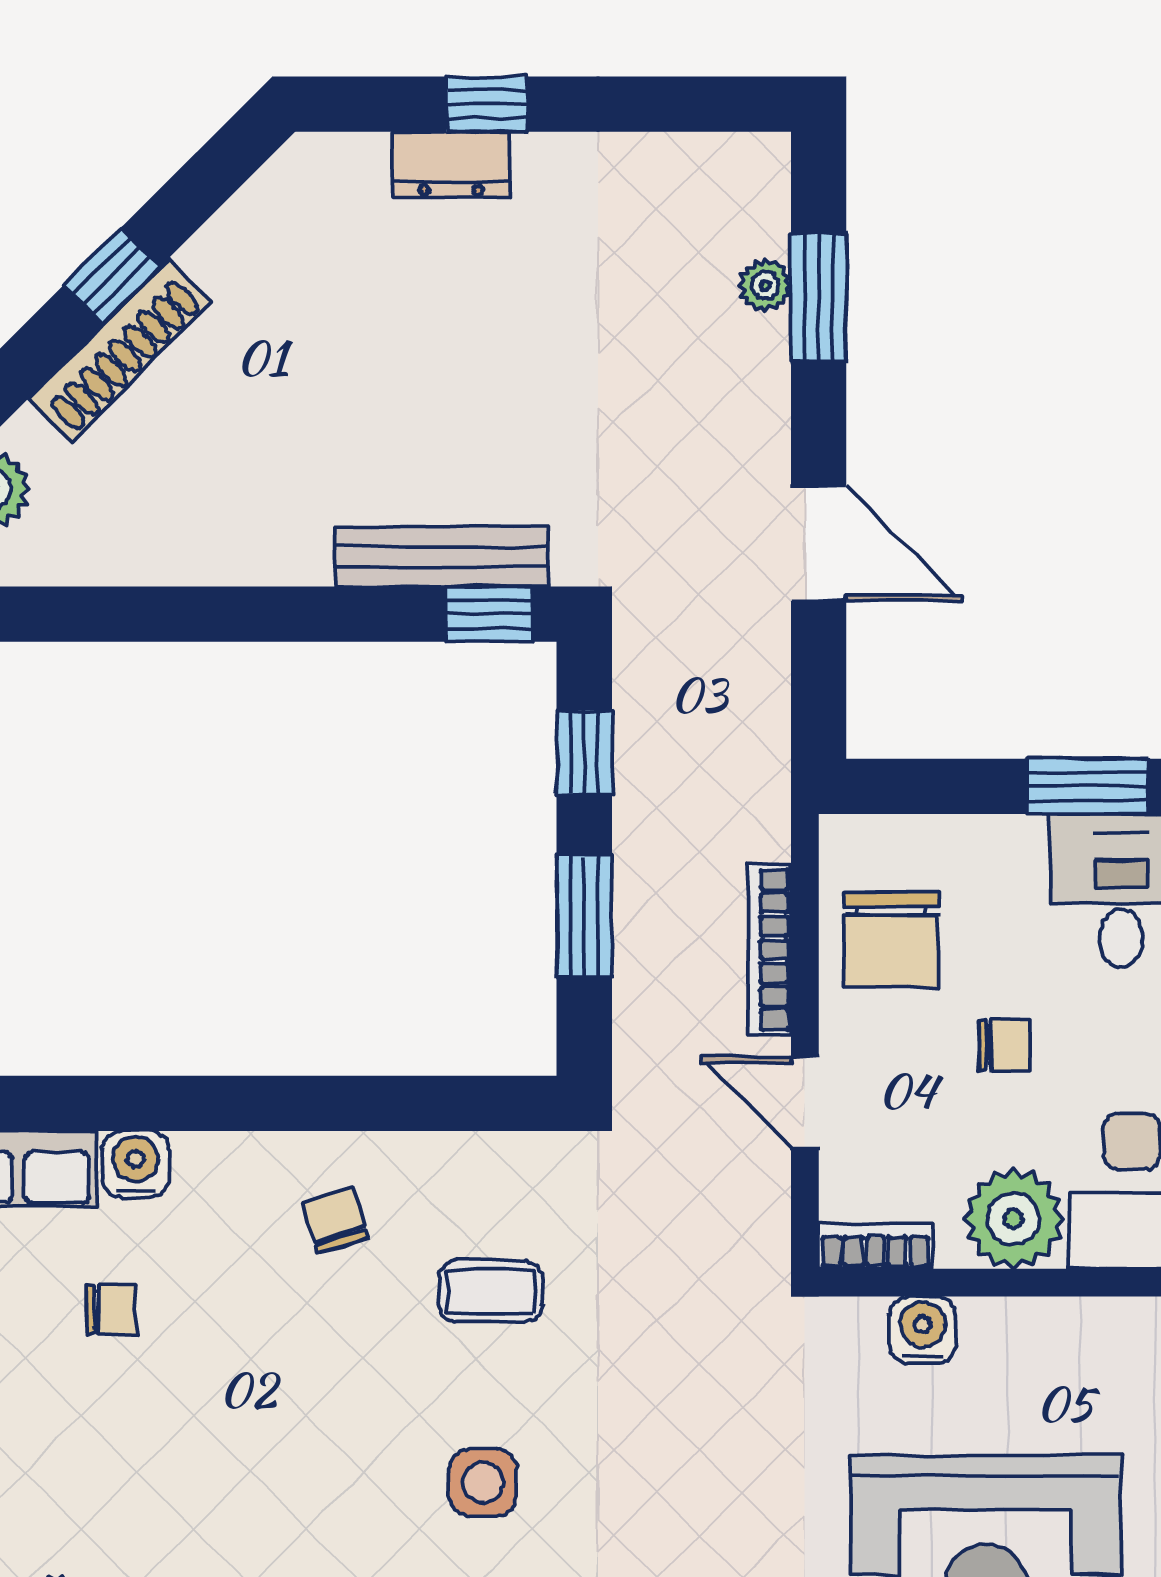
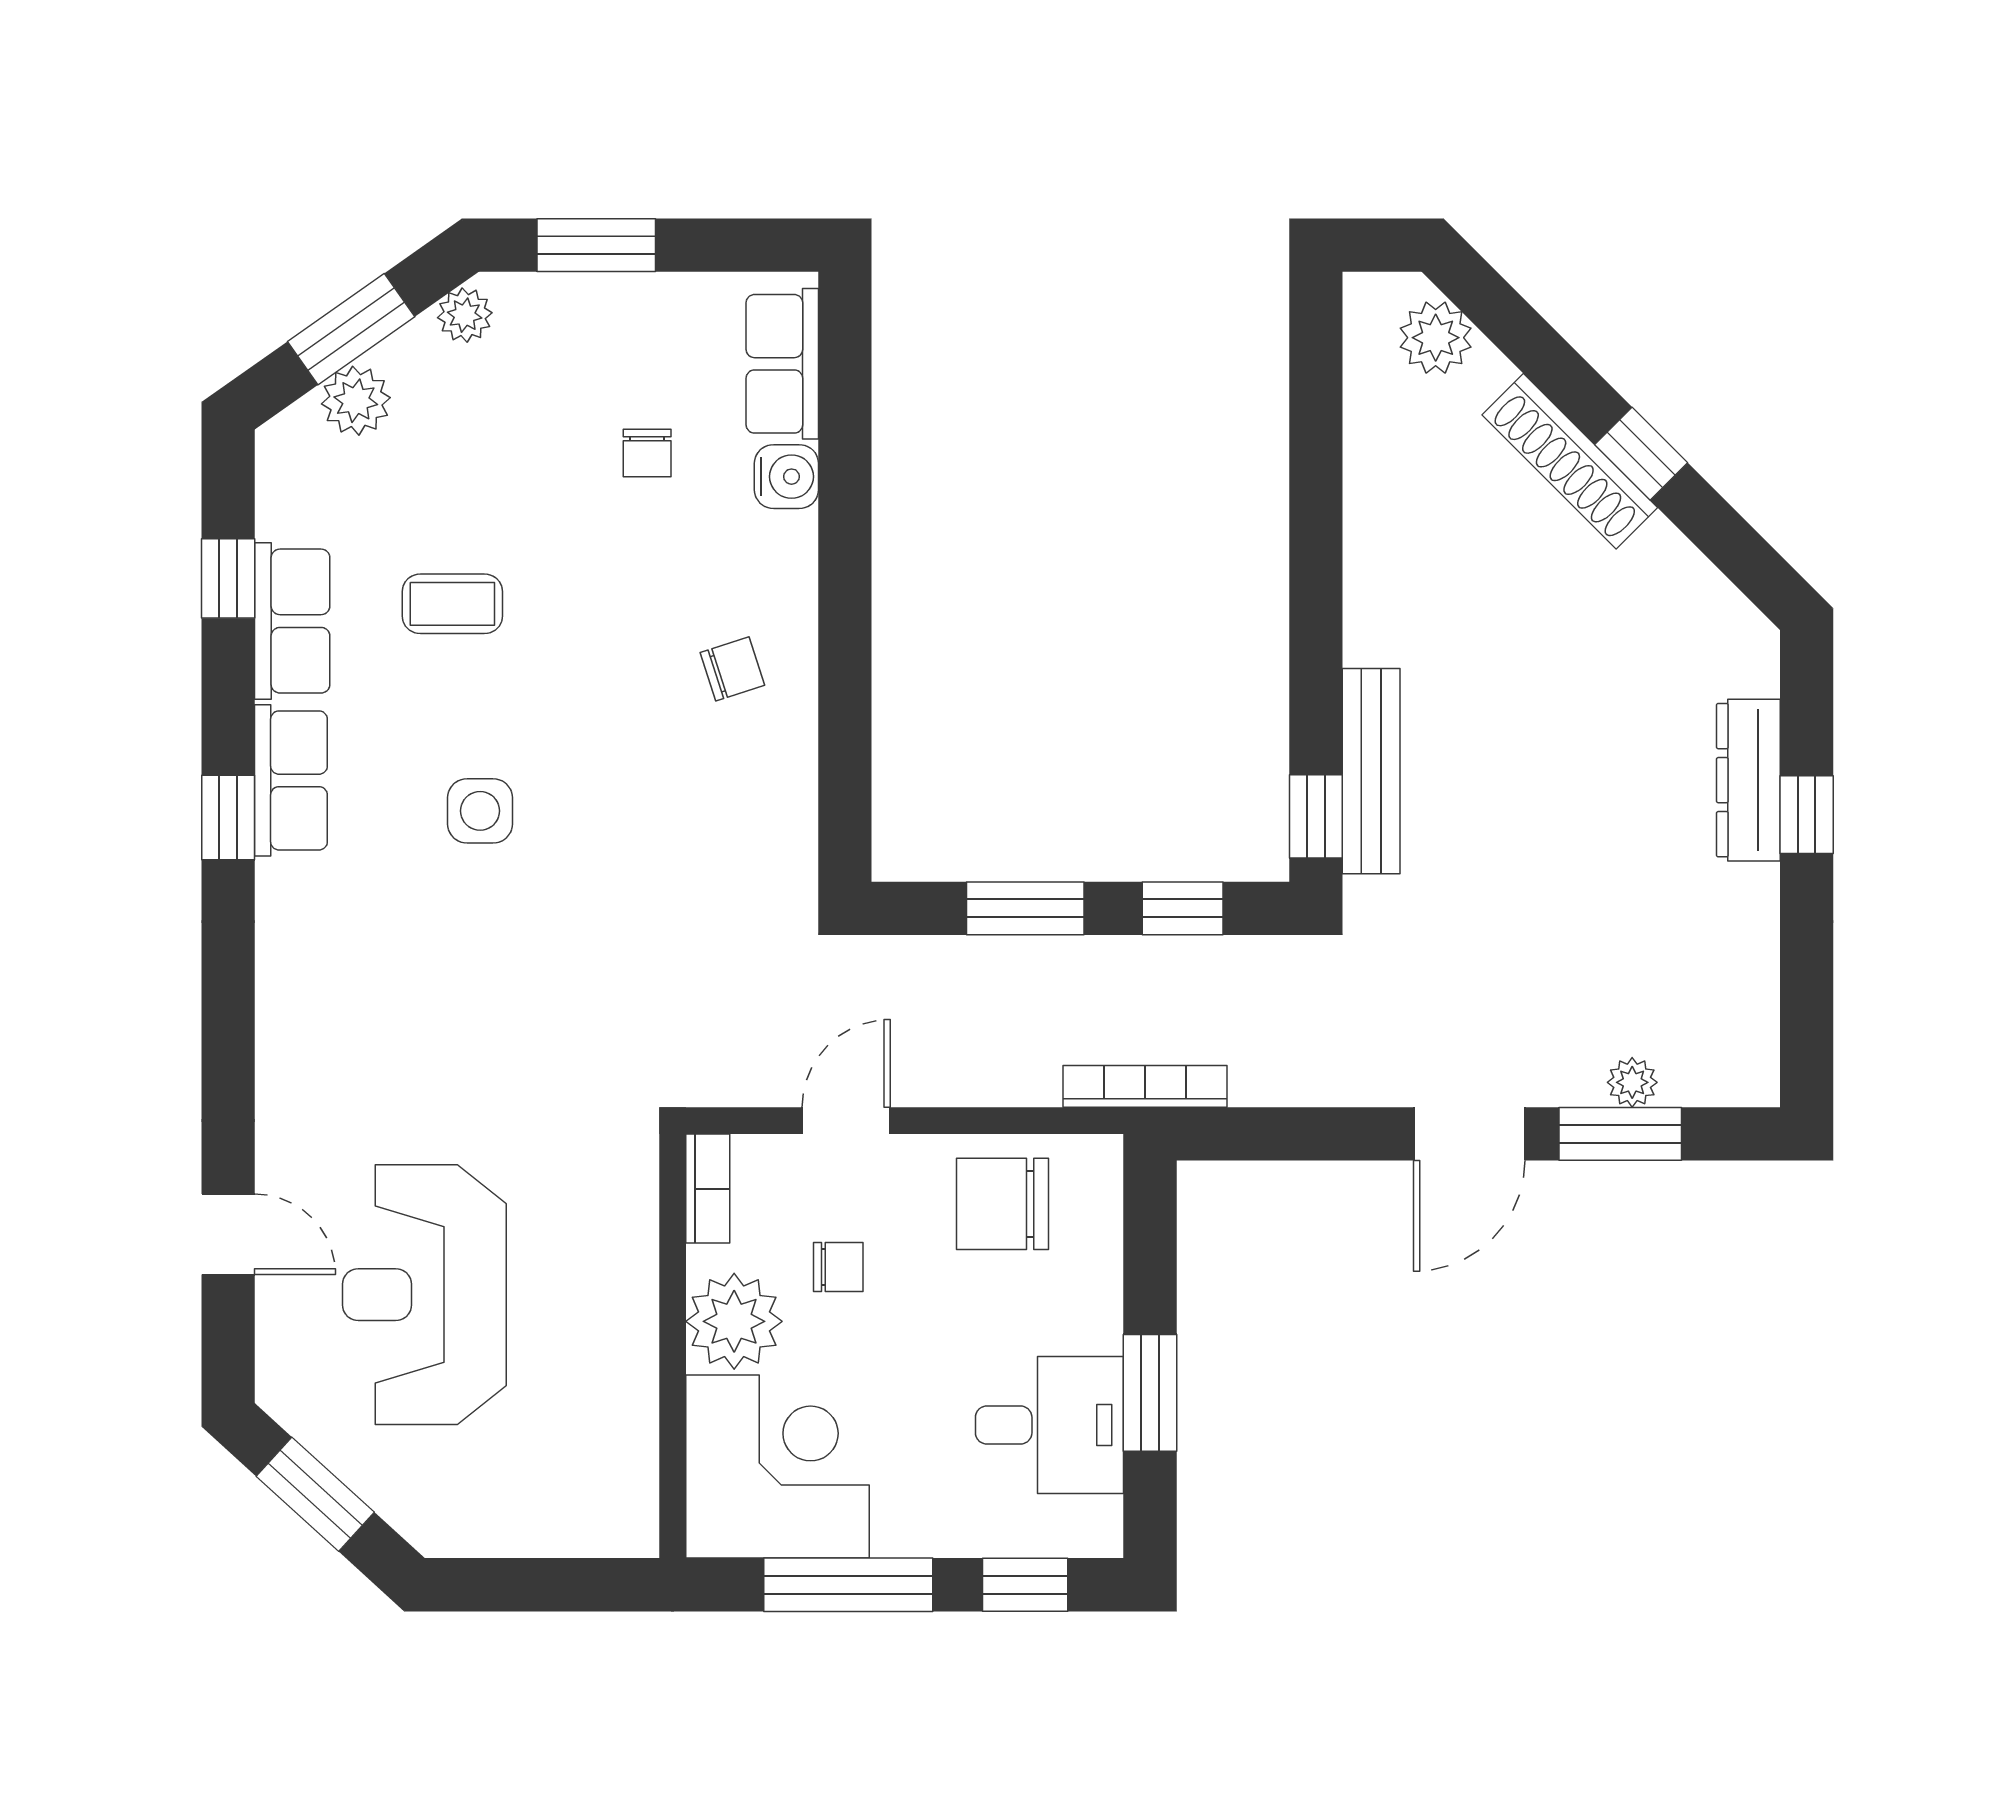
dresser: (451, 165) -> (1748, 780), width x1.44
door: (819, 543) -> (1469, 1134), moved
bookcase: (769, 950) -> (1145, 1086), moved
chair: (1004, 1045) -> (838, 1267), moved, turned -90
coffee table: (491, 1291) -> (452, 604), moved, turned 90
water cooler: (923, 1330) -> (627, 1234), removed

